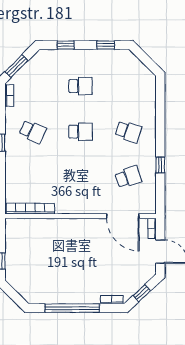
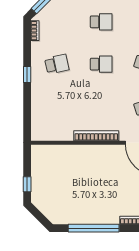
school desk: (33, 132) -> (57, 64), turned -36
bookcase: (30, 209) -> (96, 136), moved

